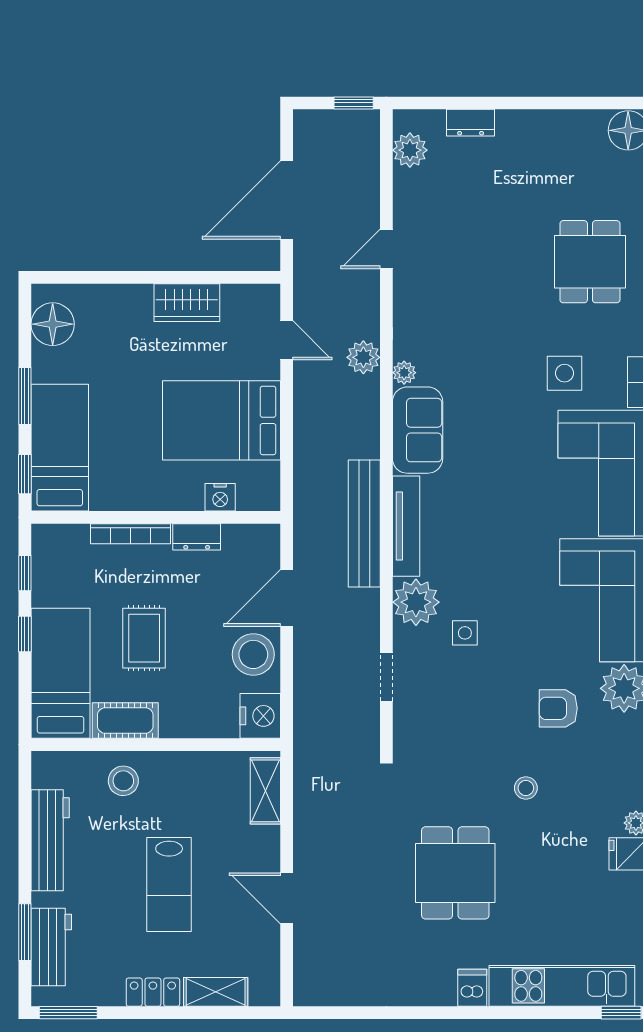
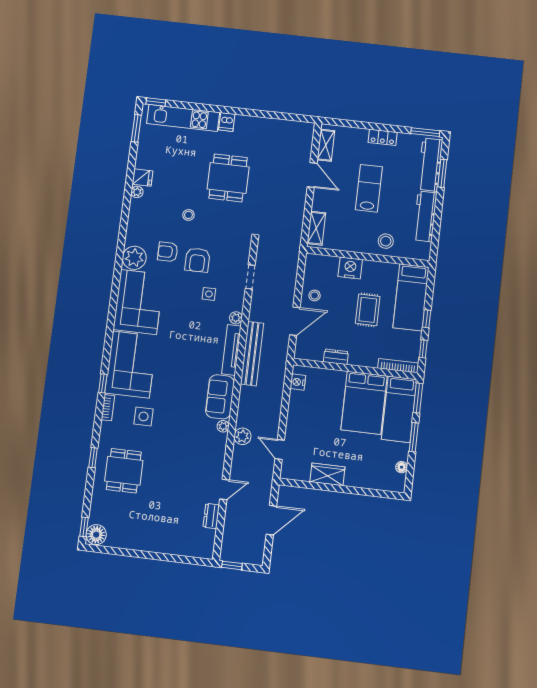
dresser: (471, 123) -> (211, 516), moved, turned -90
plant: (410, 150) -> (207, 538), removed
door: (287, 200) -> (271, 520), width x0.73
floor lamp: (53, 324) -> (402, 467), width x0.53, depth x0.53
bed: (221, 420) -> (364, 403), moved, turned 90
window: (25, 474) -> (418, 398), width x1.50
nightstand: (220, 497) -> (298, 382), moved, turned -90
bookcase: (130, 534) -> (398, 366), moved
plant: (416, 602) -> (236, 318), width x0.53, depth x0.53
stool: (253, 654) -> (315, 296), width x0.53, depth x0.53
armchair: (496, 699) -> (197, 260), added
armchair: (558, 708) -> (168, 252), turned 180
nightstand: (260, 716) -> (350, 268), moved, turned 90
cot: (125, 721) -> (381, 270), removed
workbench: (51, 947) -> (430, 165), width x1.38
shelving: (216, 992) -> (326, 145), moved, turned 90

